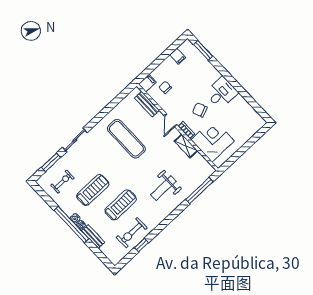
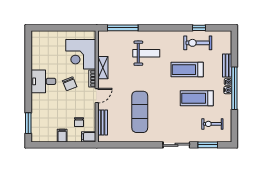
filing cabinet: (178, 56) -> (62, 136), moved
exercise bike: (132, 233) -> (198, 43), turned 180

